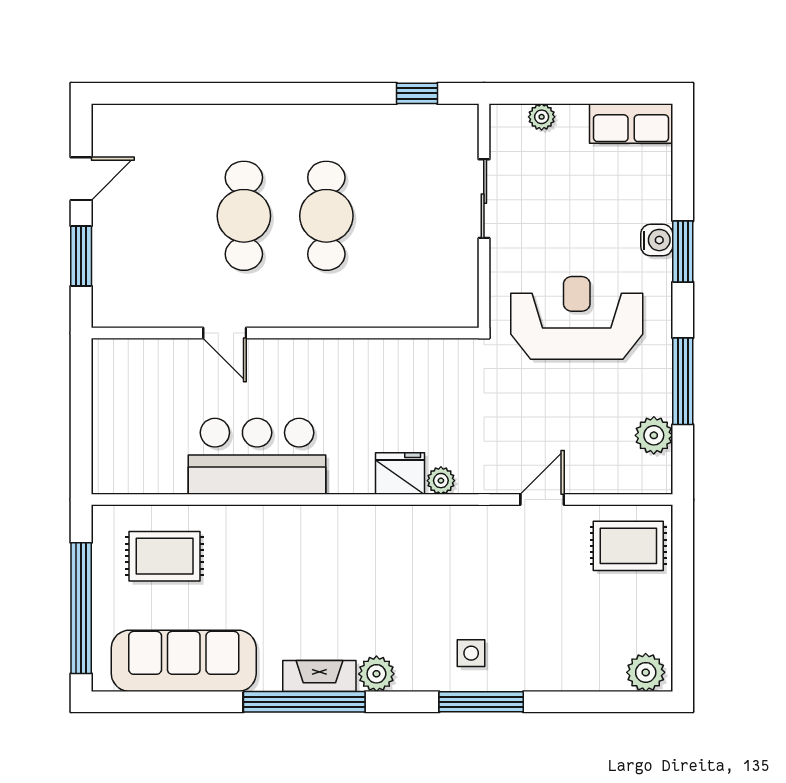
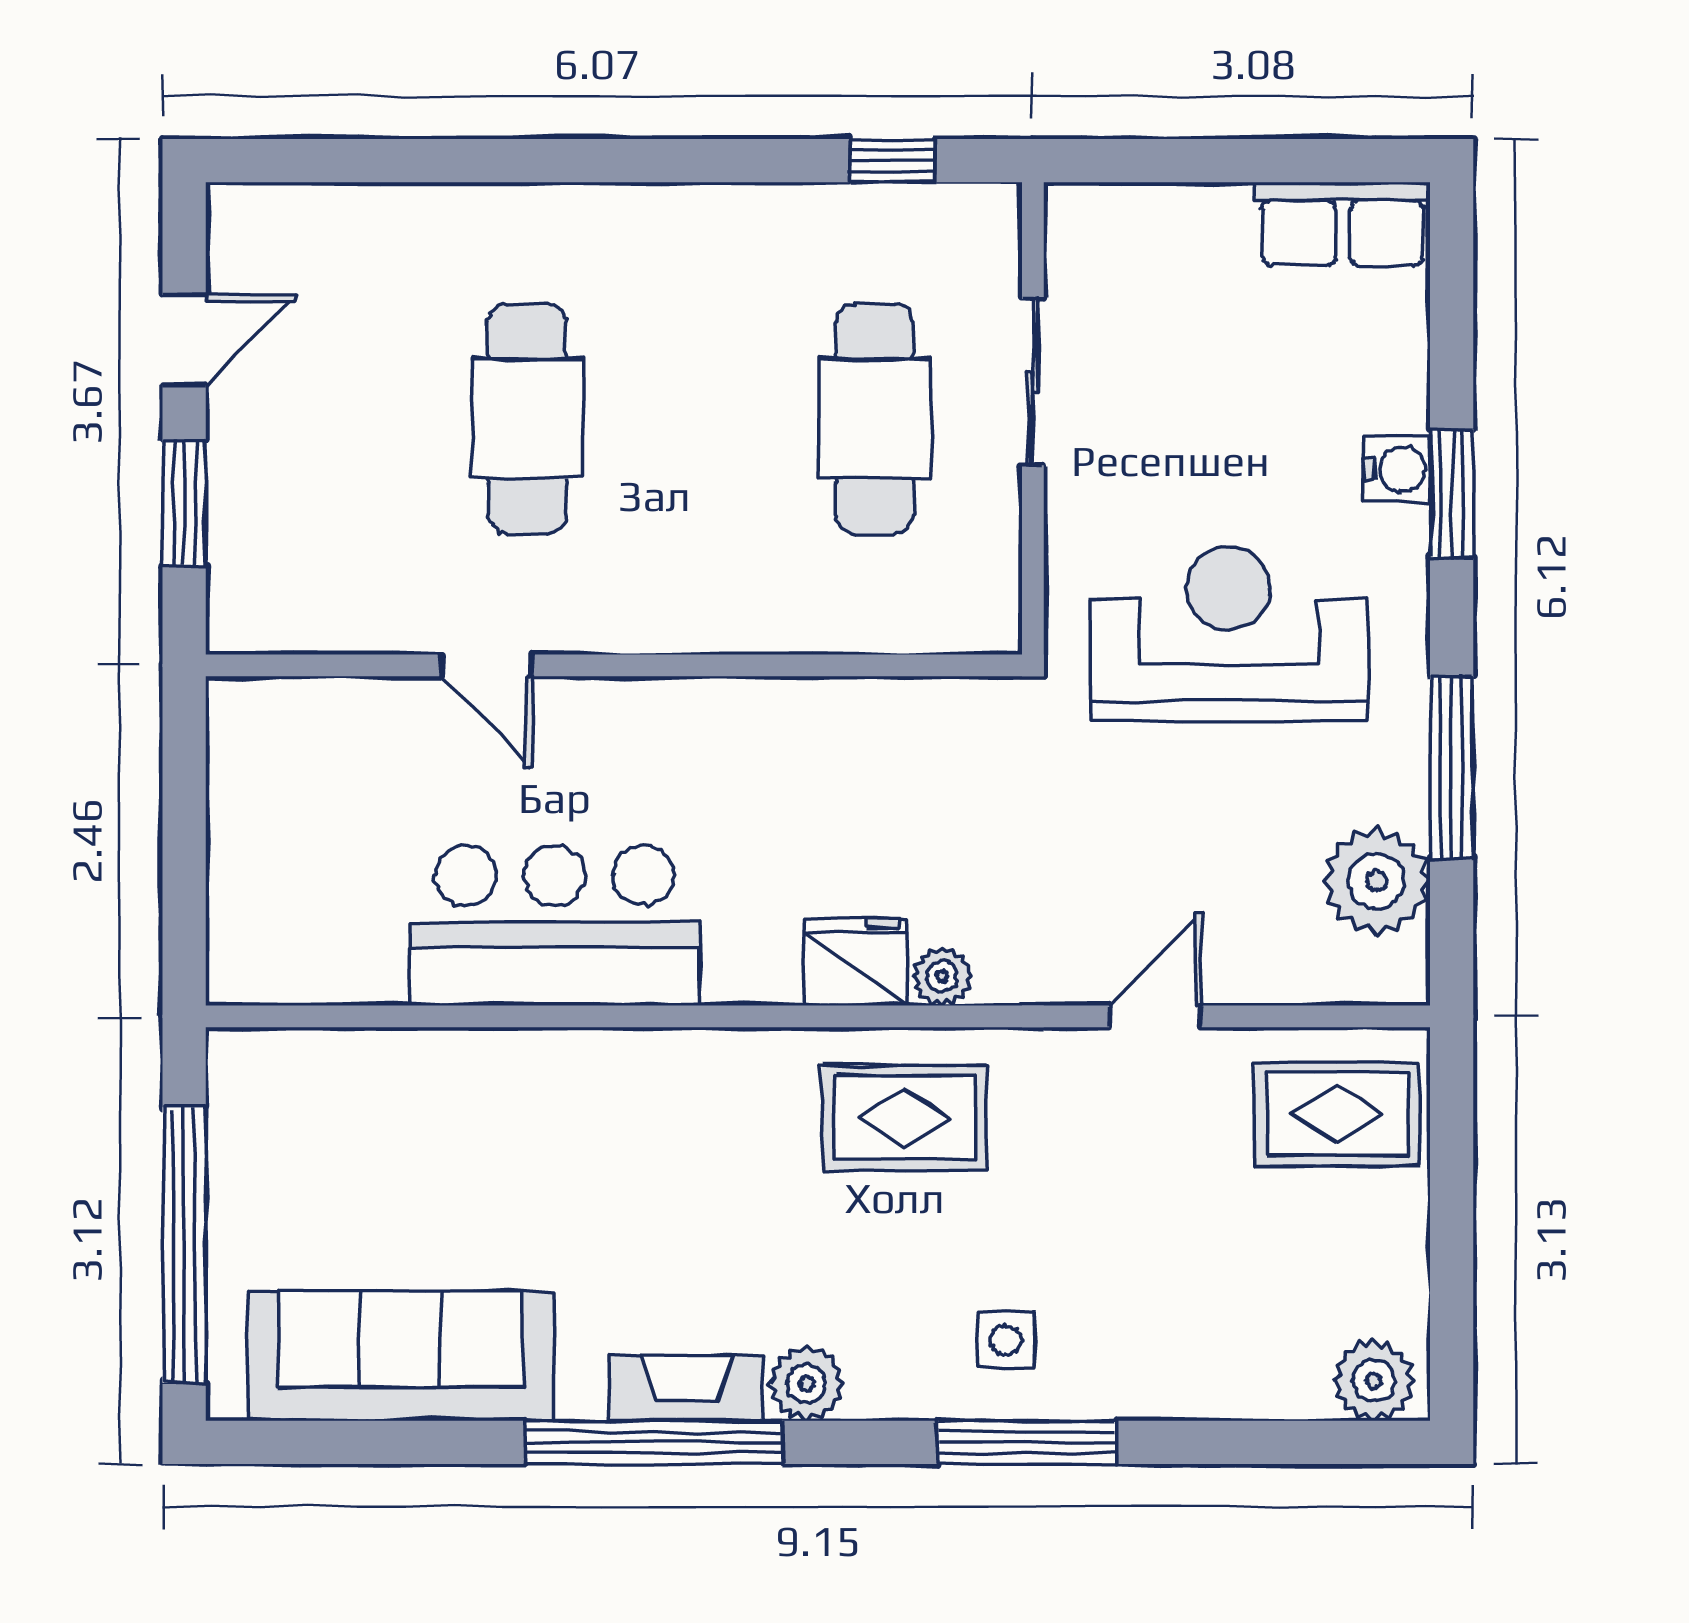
plant: (542, 117) -> (1154, 210), removed
cafe table: (326, 216) -> (875, 418), moved
plant: (654, 435) -> (1376, 881), width x1.36, depth x1.36
rug: (165, 556) -> (904, 1118), moved

